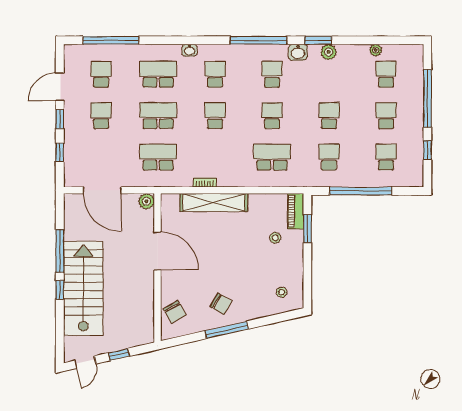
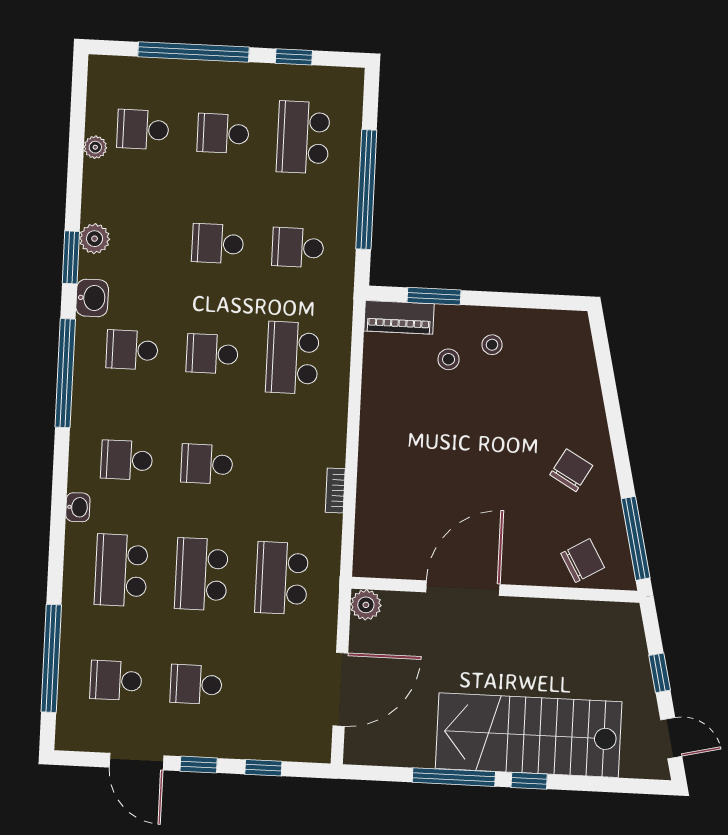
school desk: (386, 157) -> (303, 137), width x1.85
shelving: (214, 203) -> (375, 475), removed
stool: (282, 292) -> (492, 345), moved
window: (227, 330) -> (636, 538), moved

